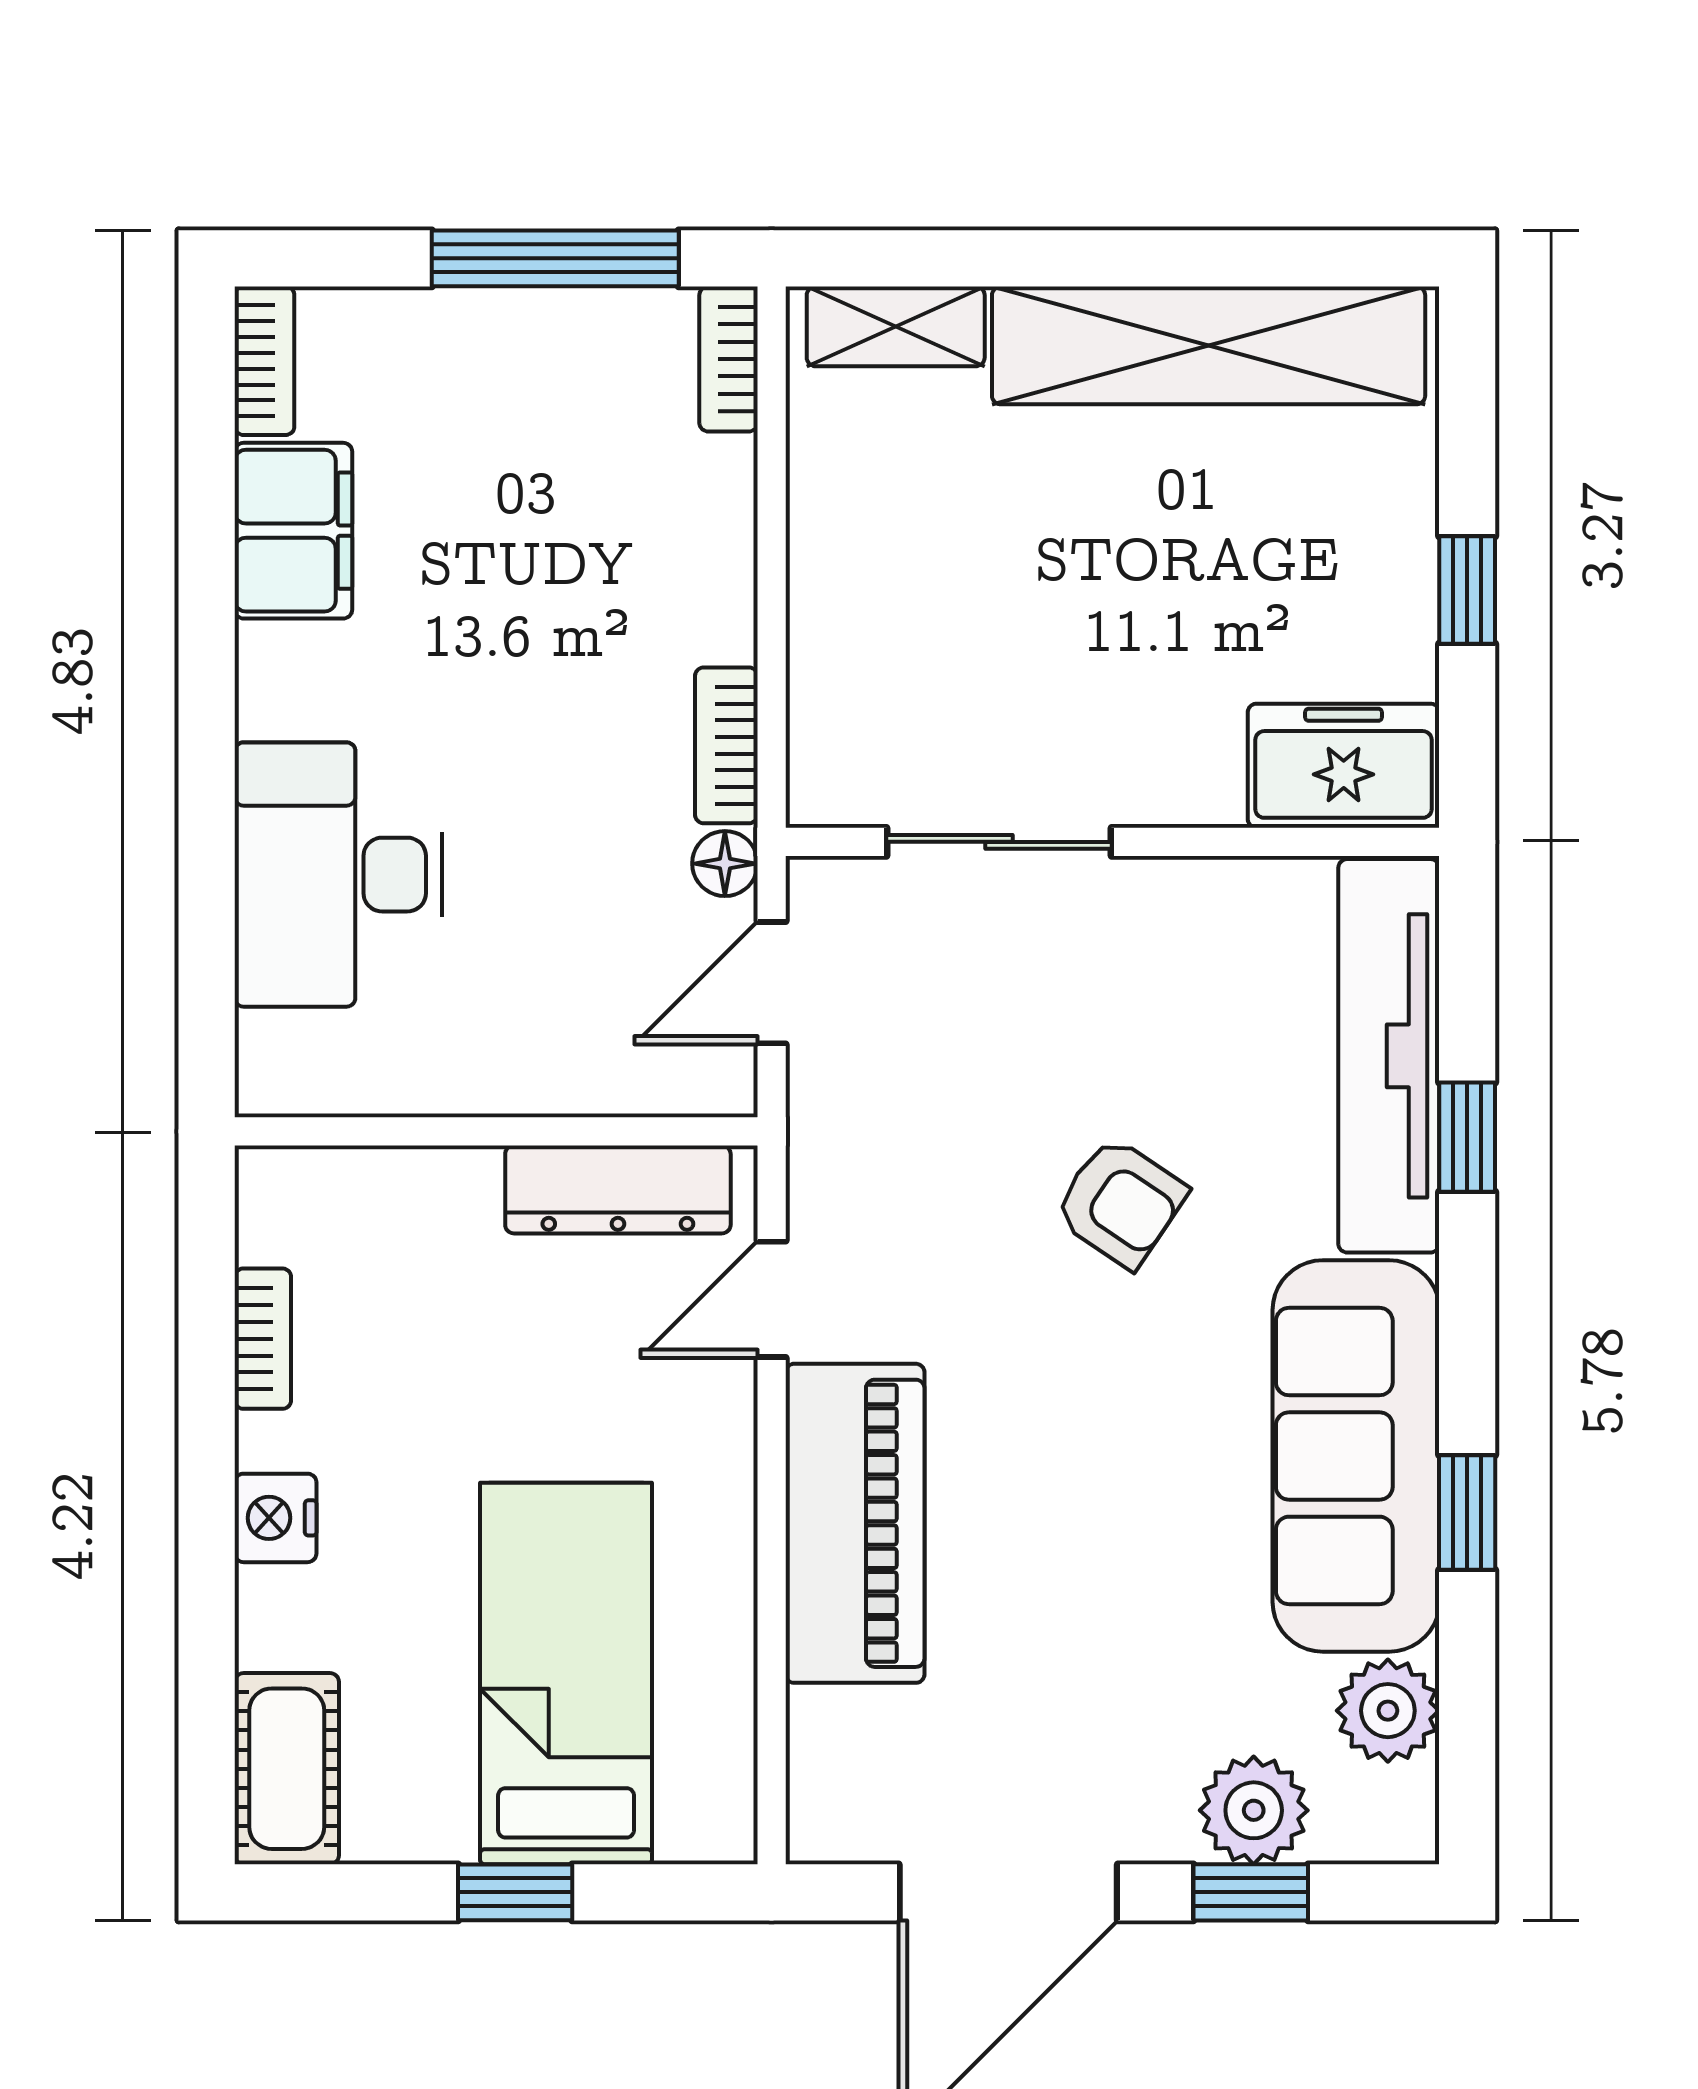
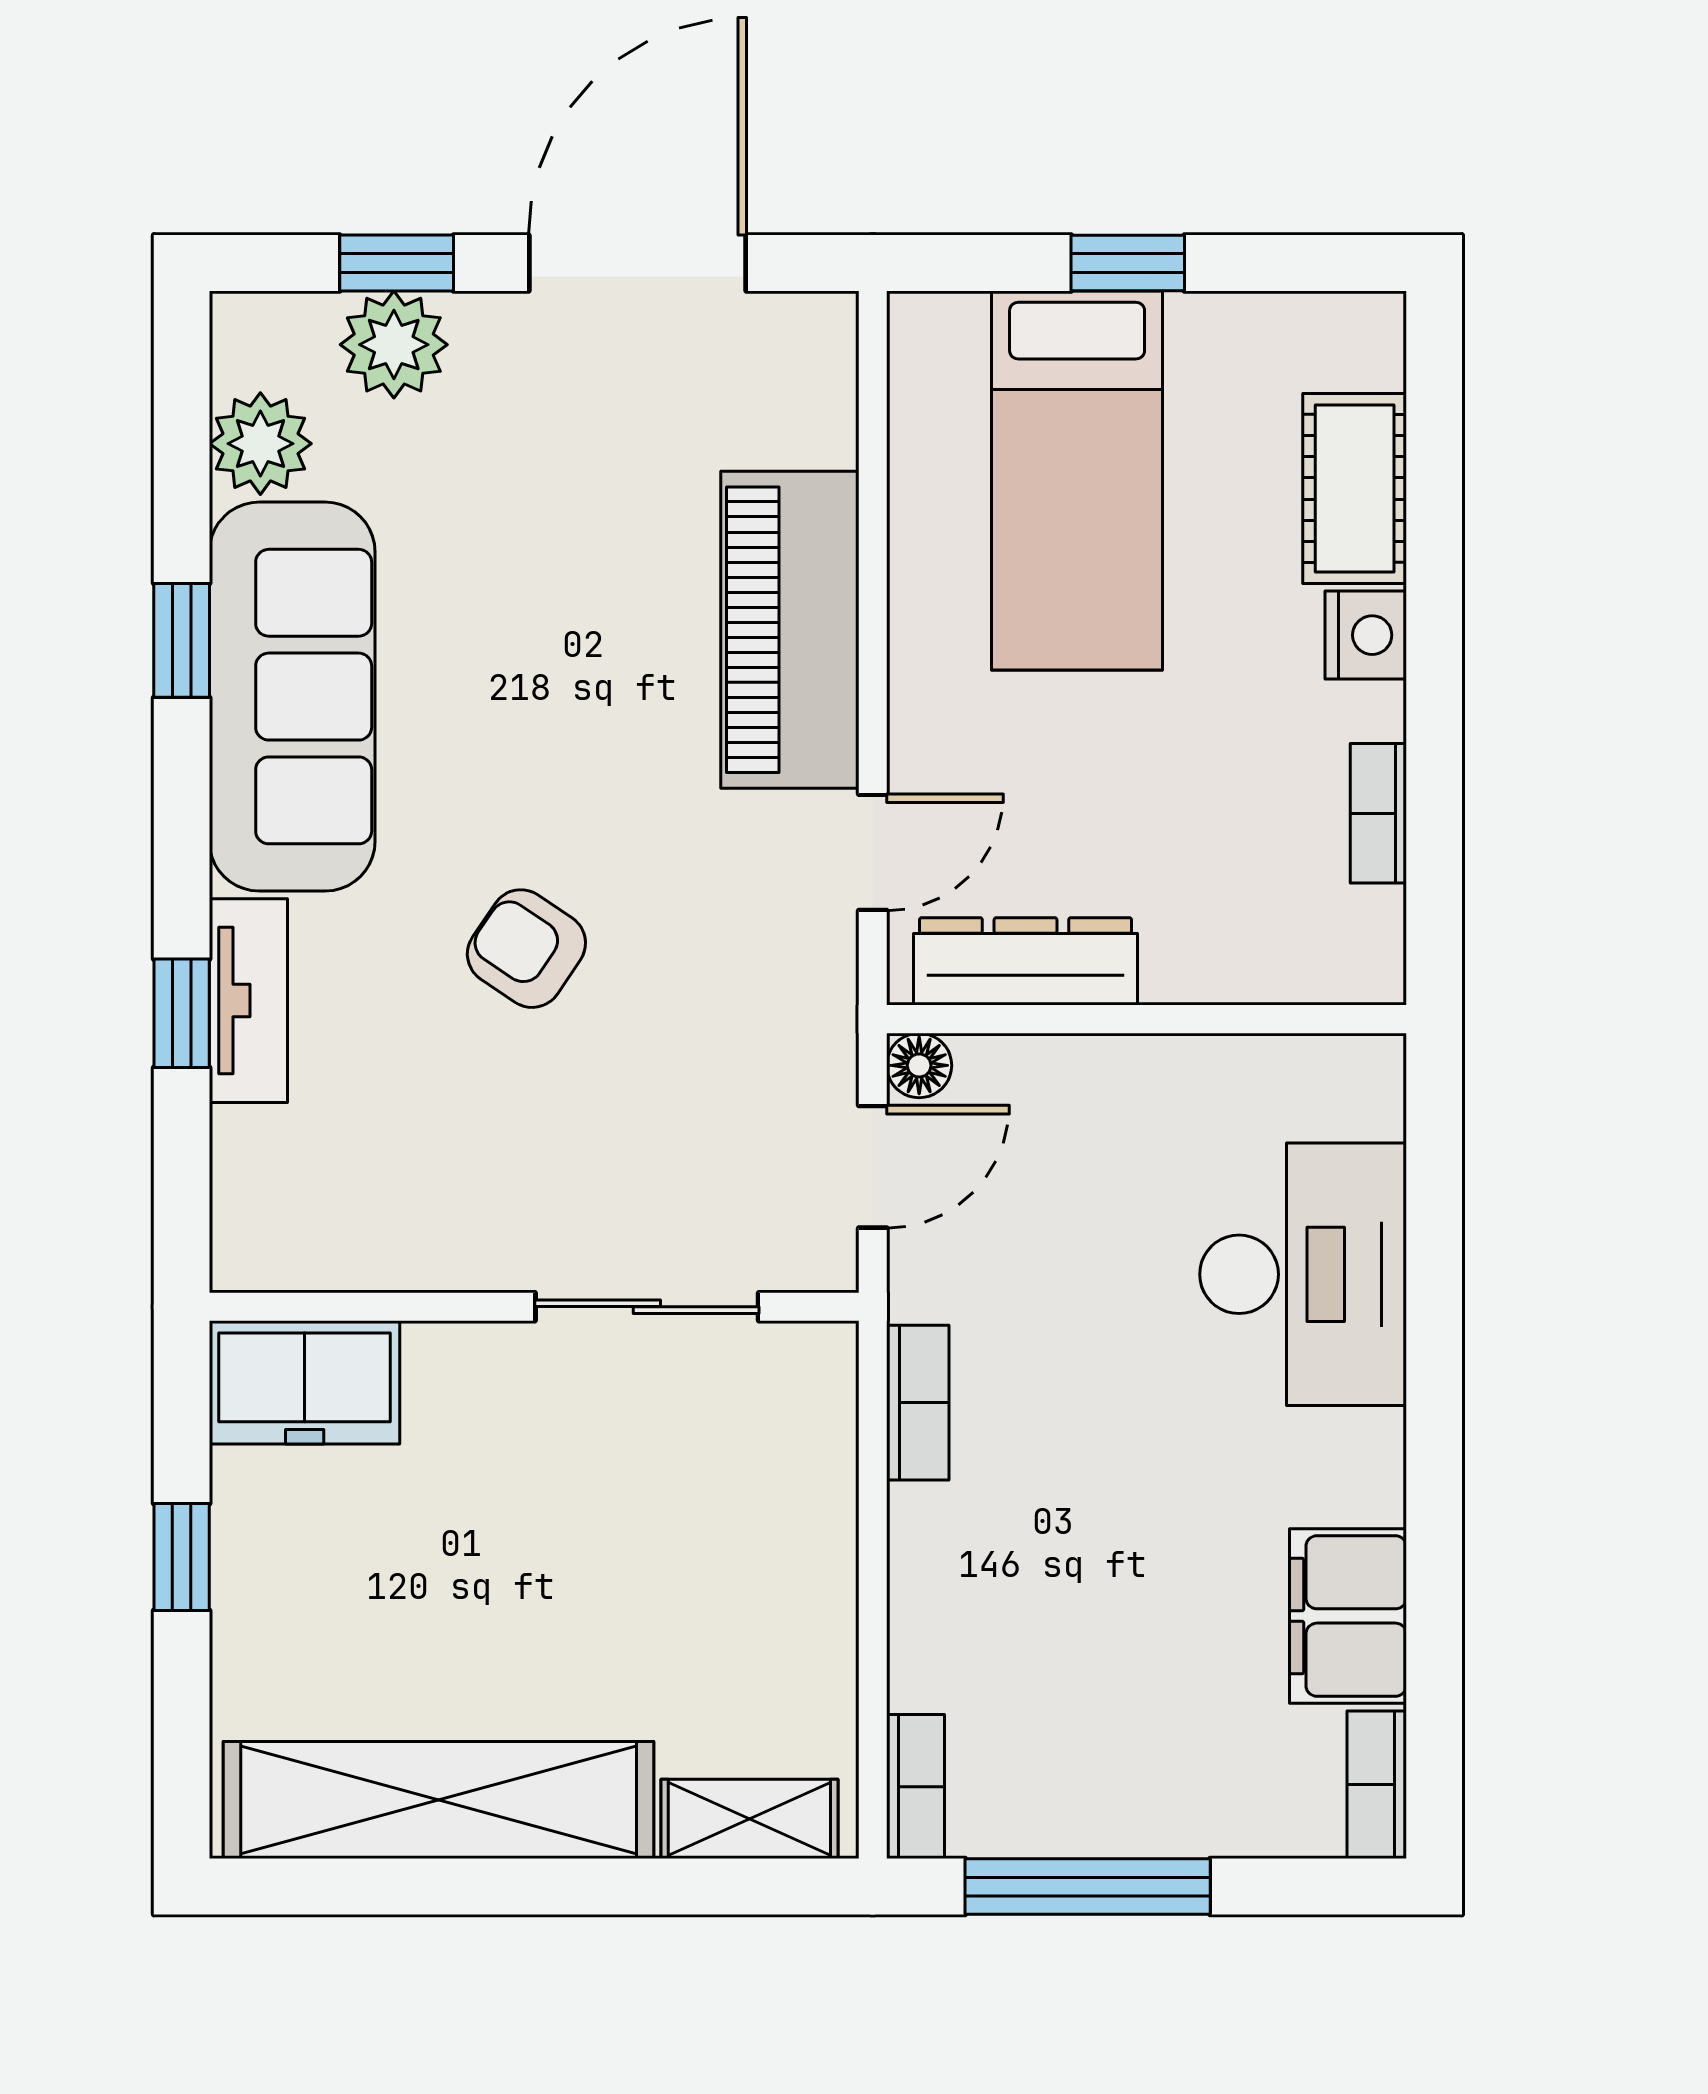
floor lamp: (725, 864) -> (919, 1065), moved
tv unit: (1389, 1056) -> (248, 1001), width x0.52, depth x0.78
cot: (287, 1769) -> (1355, 488), moved

